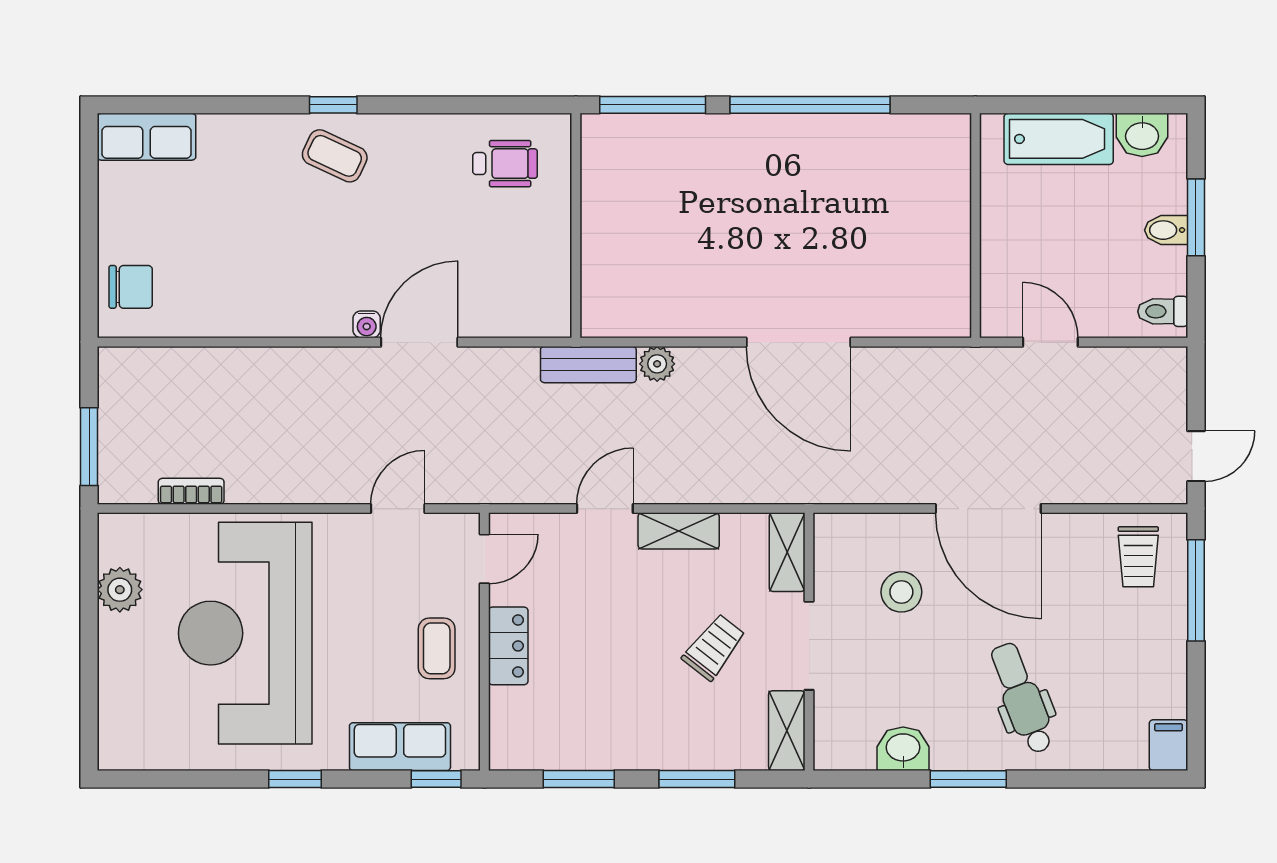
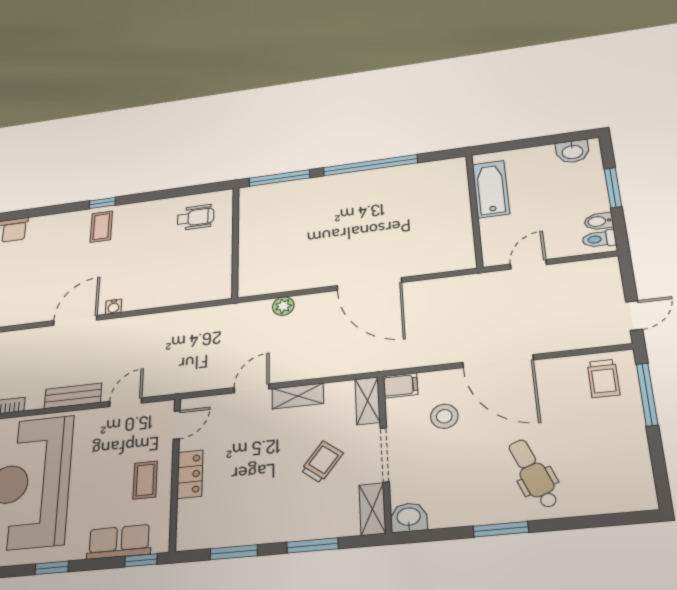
bathtub: (1059, 139) -> (491, 189), moved, turned -90
coffee table: (335, 156) -> (101, 227), turned 65
bidet: (1166, 230) -> (599, 221), moved
door: (419, 342) -> (75, 320), moved
door: (1050, 342) -> (528, 264), hinge flipped
bench: (588, 365) -> (73, 396), moved
filing cabinet: (1168, 745) -> (400, 385), moved, turned 90
washbasin: (903, 749) -> (409, 517), moved

